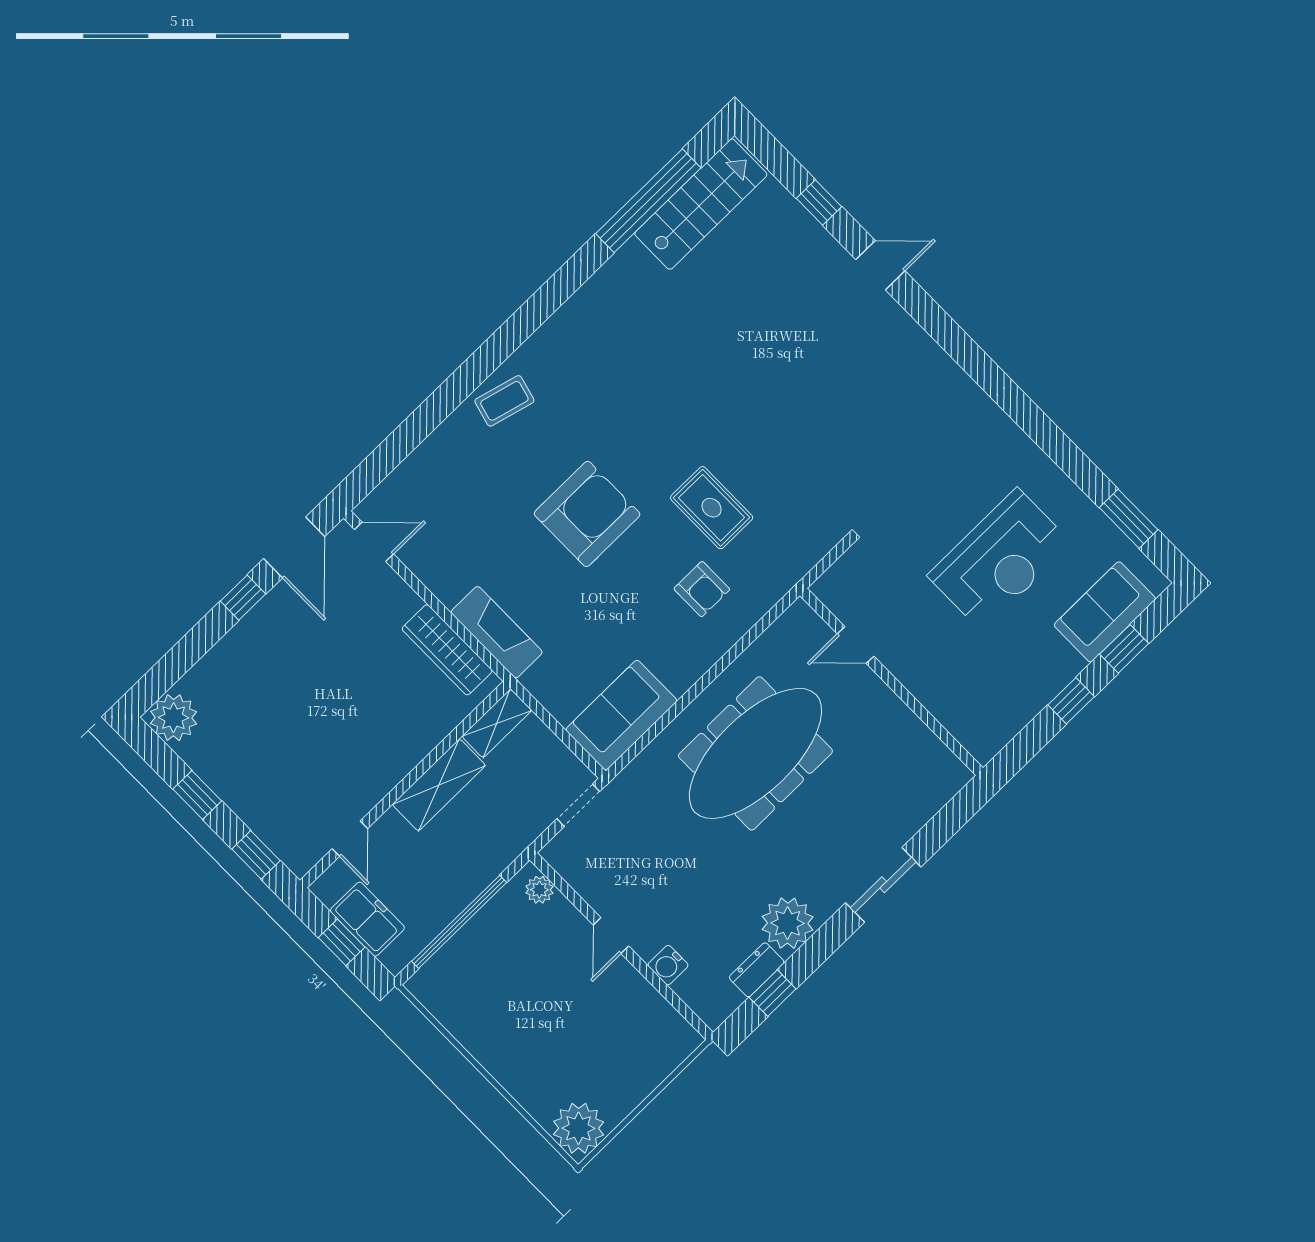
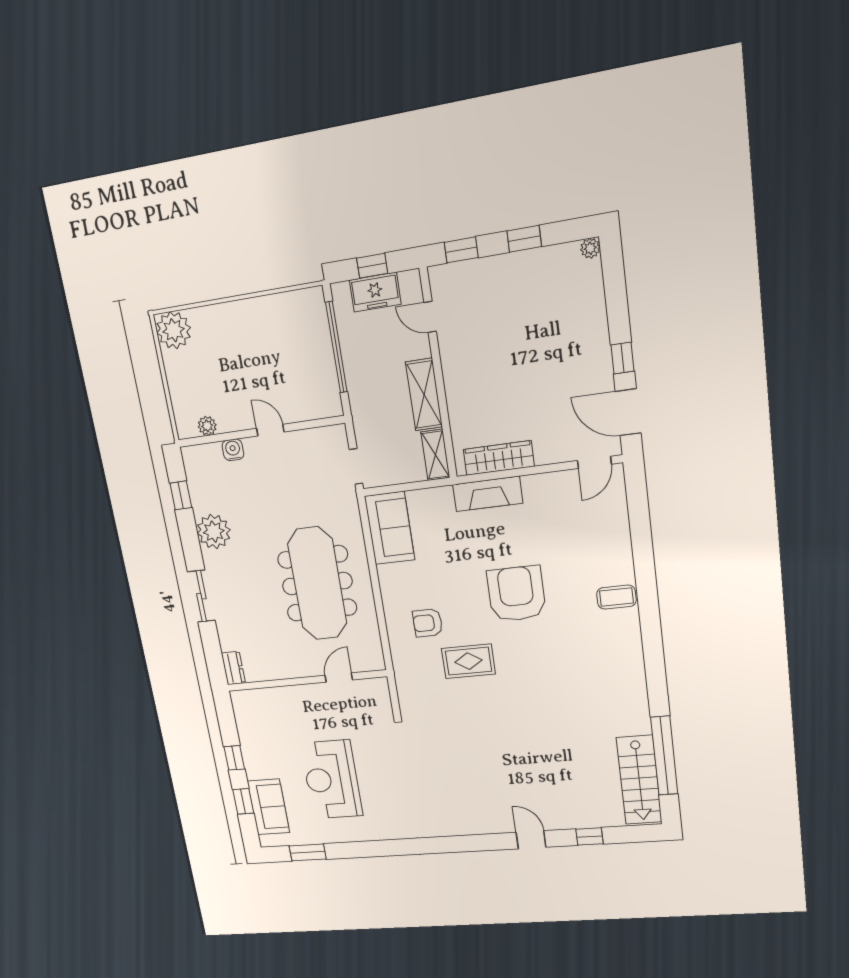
door: (880, 265) -> (531, 840), swing flipped
coffee table: (504, 401) -> (616, 597), turned 75
armchair: (587, 514) -> (516, 594), turned 180
plant: (174, 718) -> (590, 248), width x0.53, depth x0.53
plant: (539, 890) -> (207, 426), moved
dresser: (757, 970) -> (233, 668), moved

